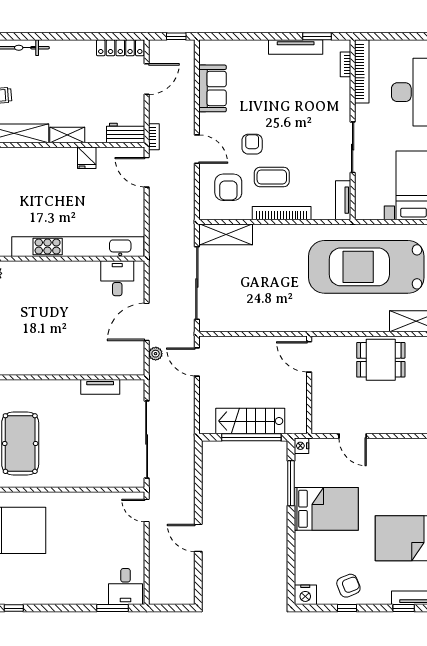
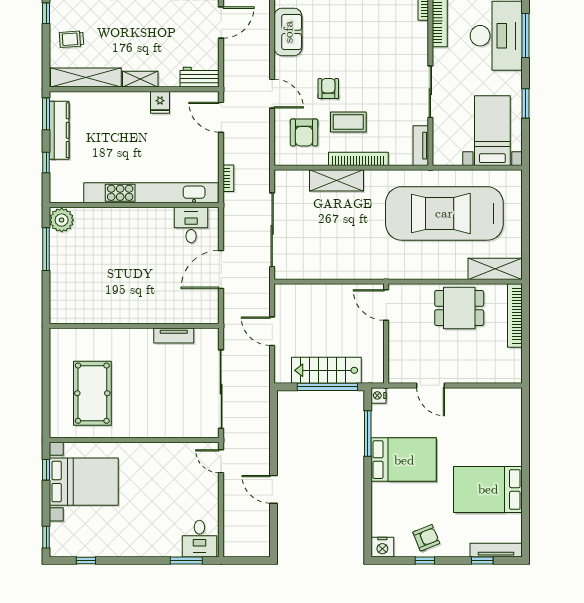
bookcase: (154, 137) -> (228, 178), moved
shelving: (226, 234) -> (336, 180), moved
plant: (156, 354) -> (230, 302), removed
door: (197, 362) -> (272, 331), moved

